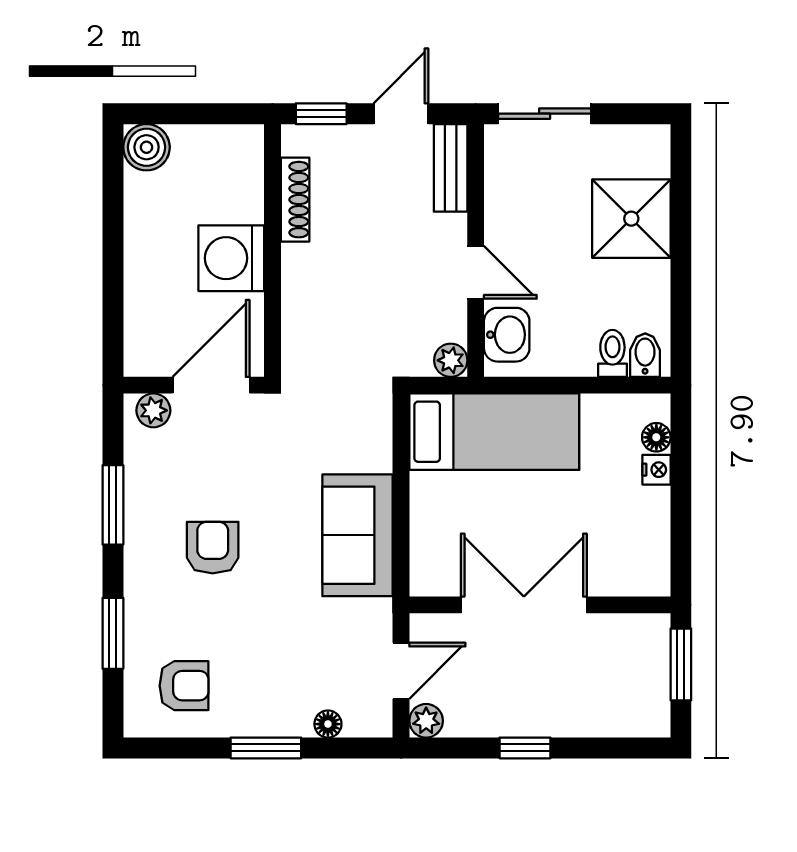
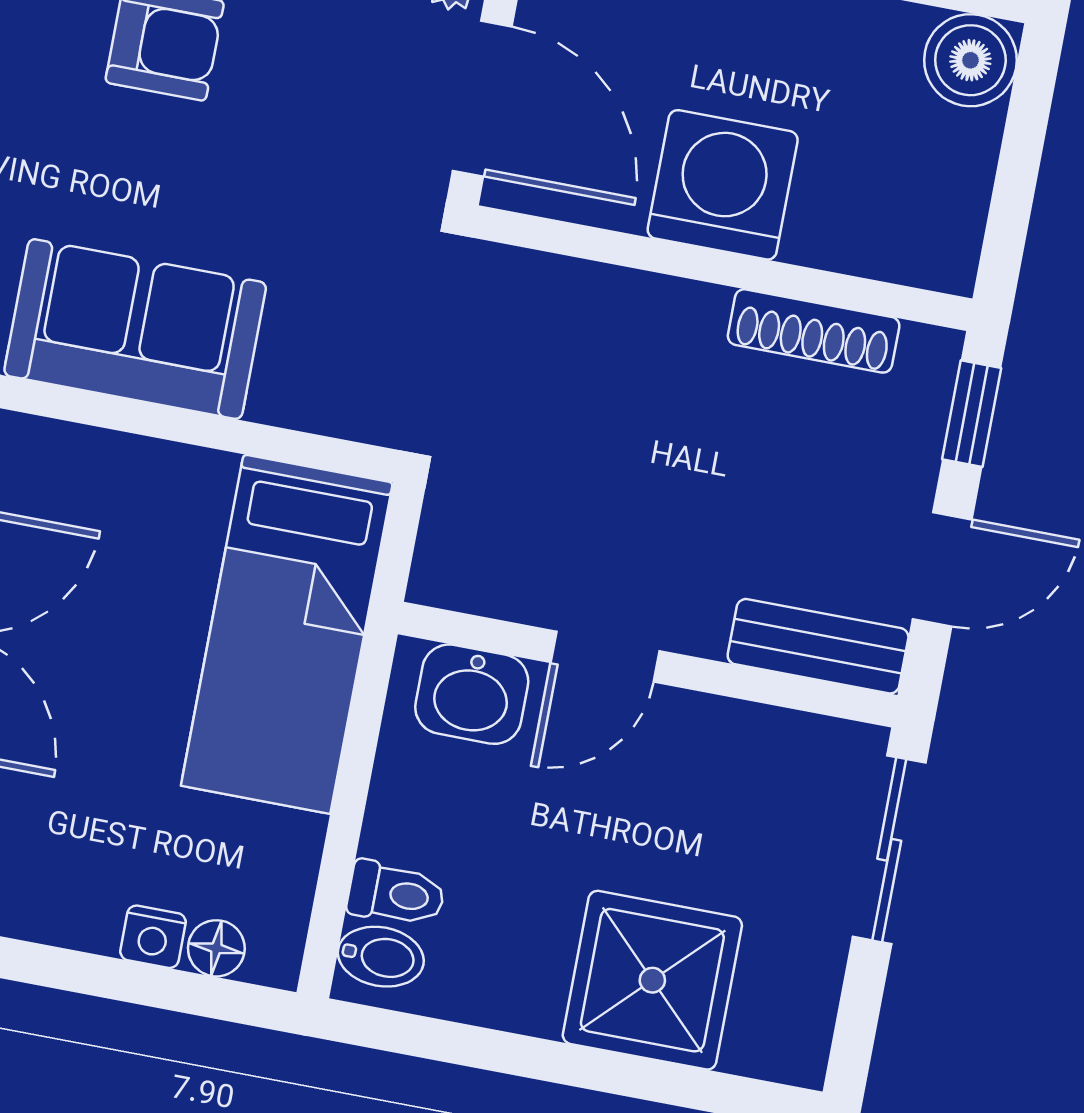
door: (401, 114) -> (942, 569), hinge flipped
plant: (451, 360) -> (442, 575), removed

